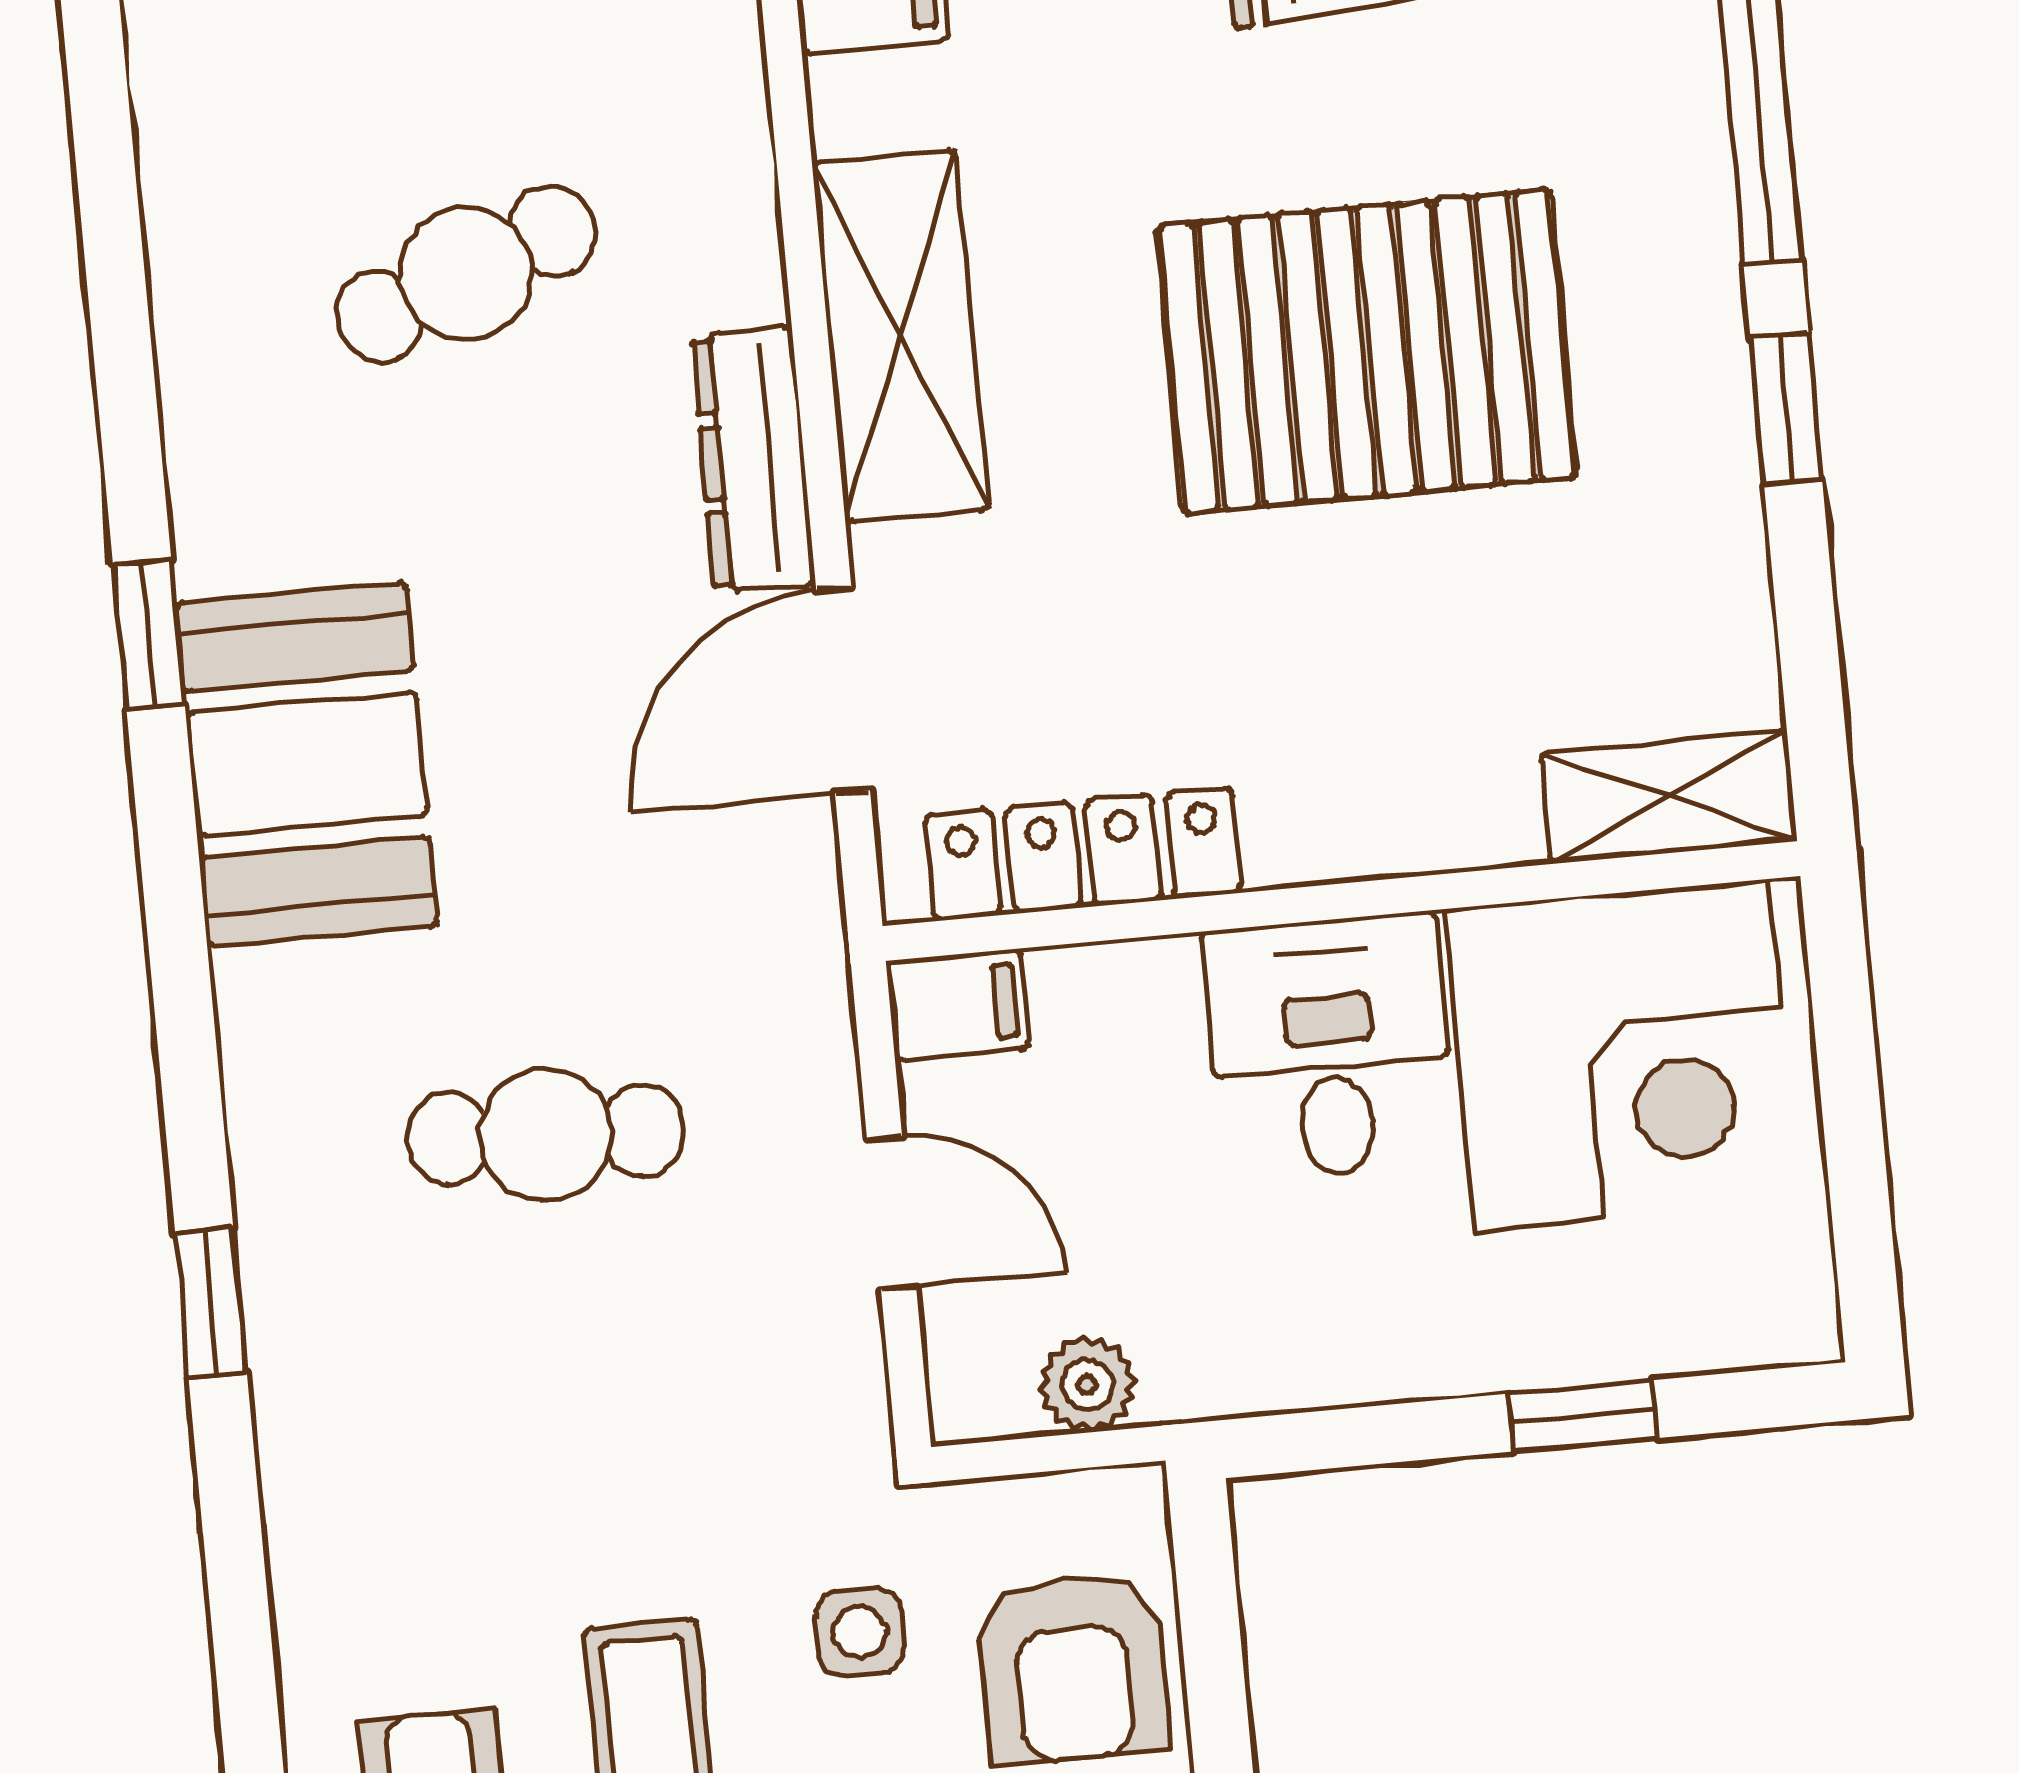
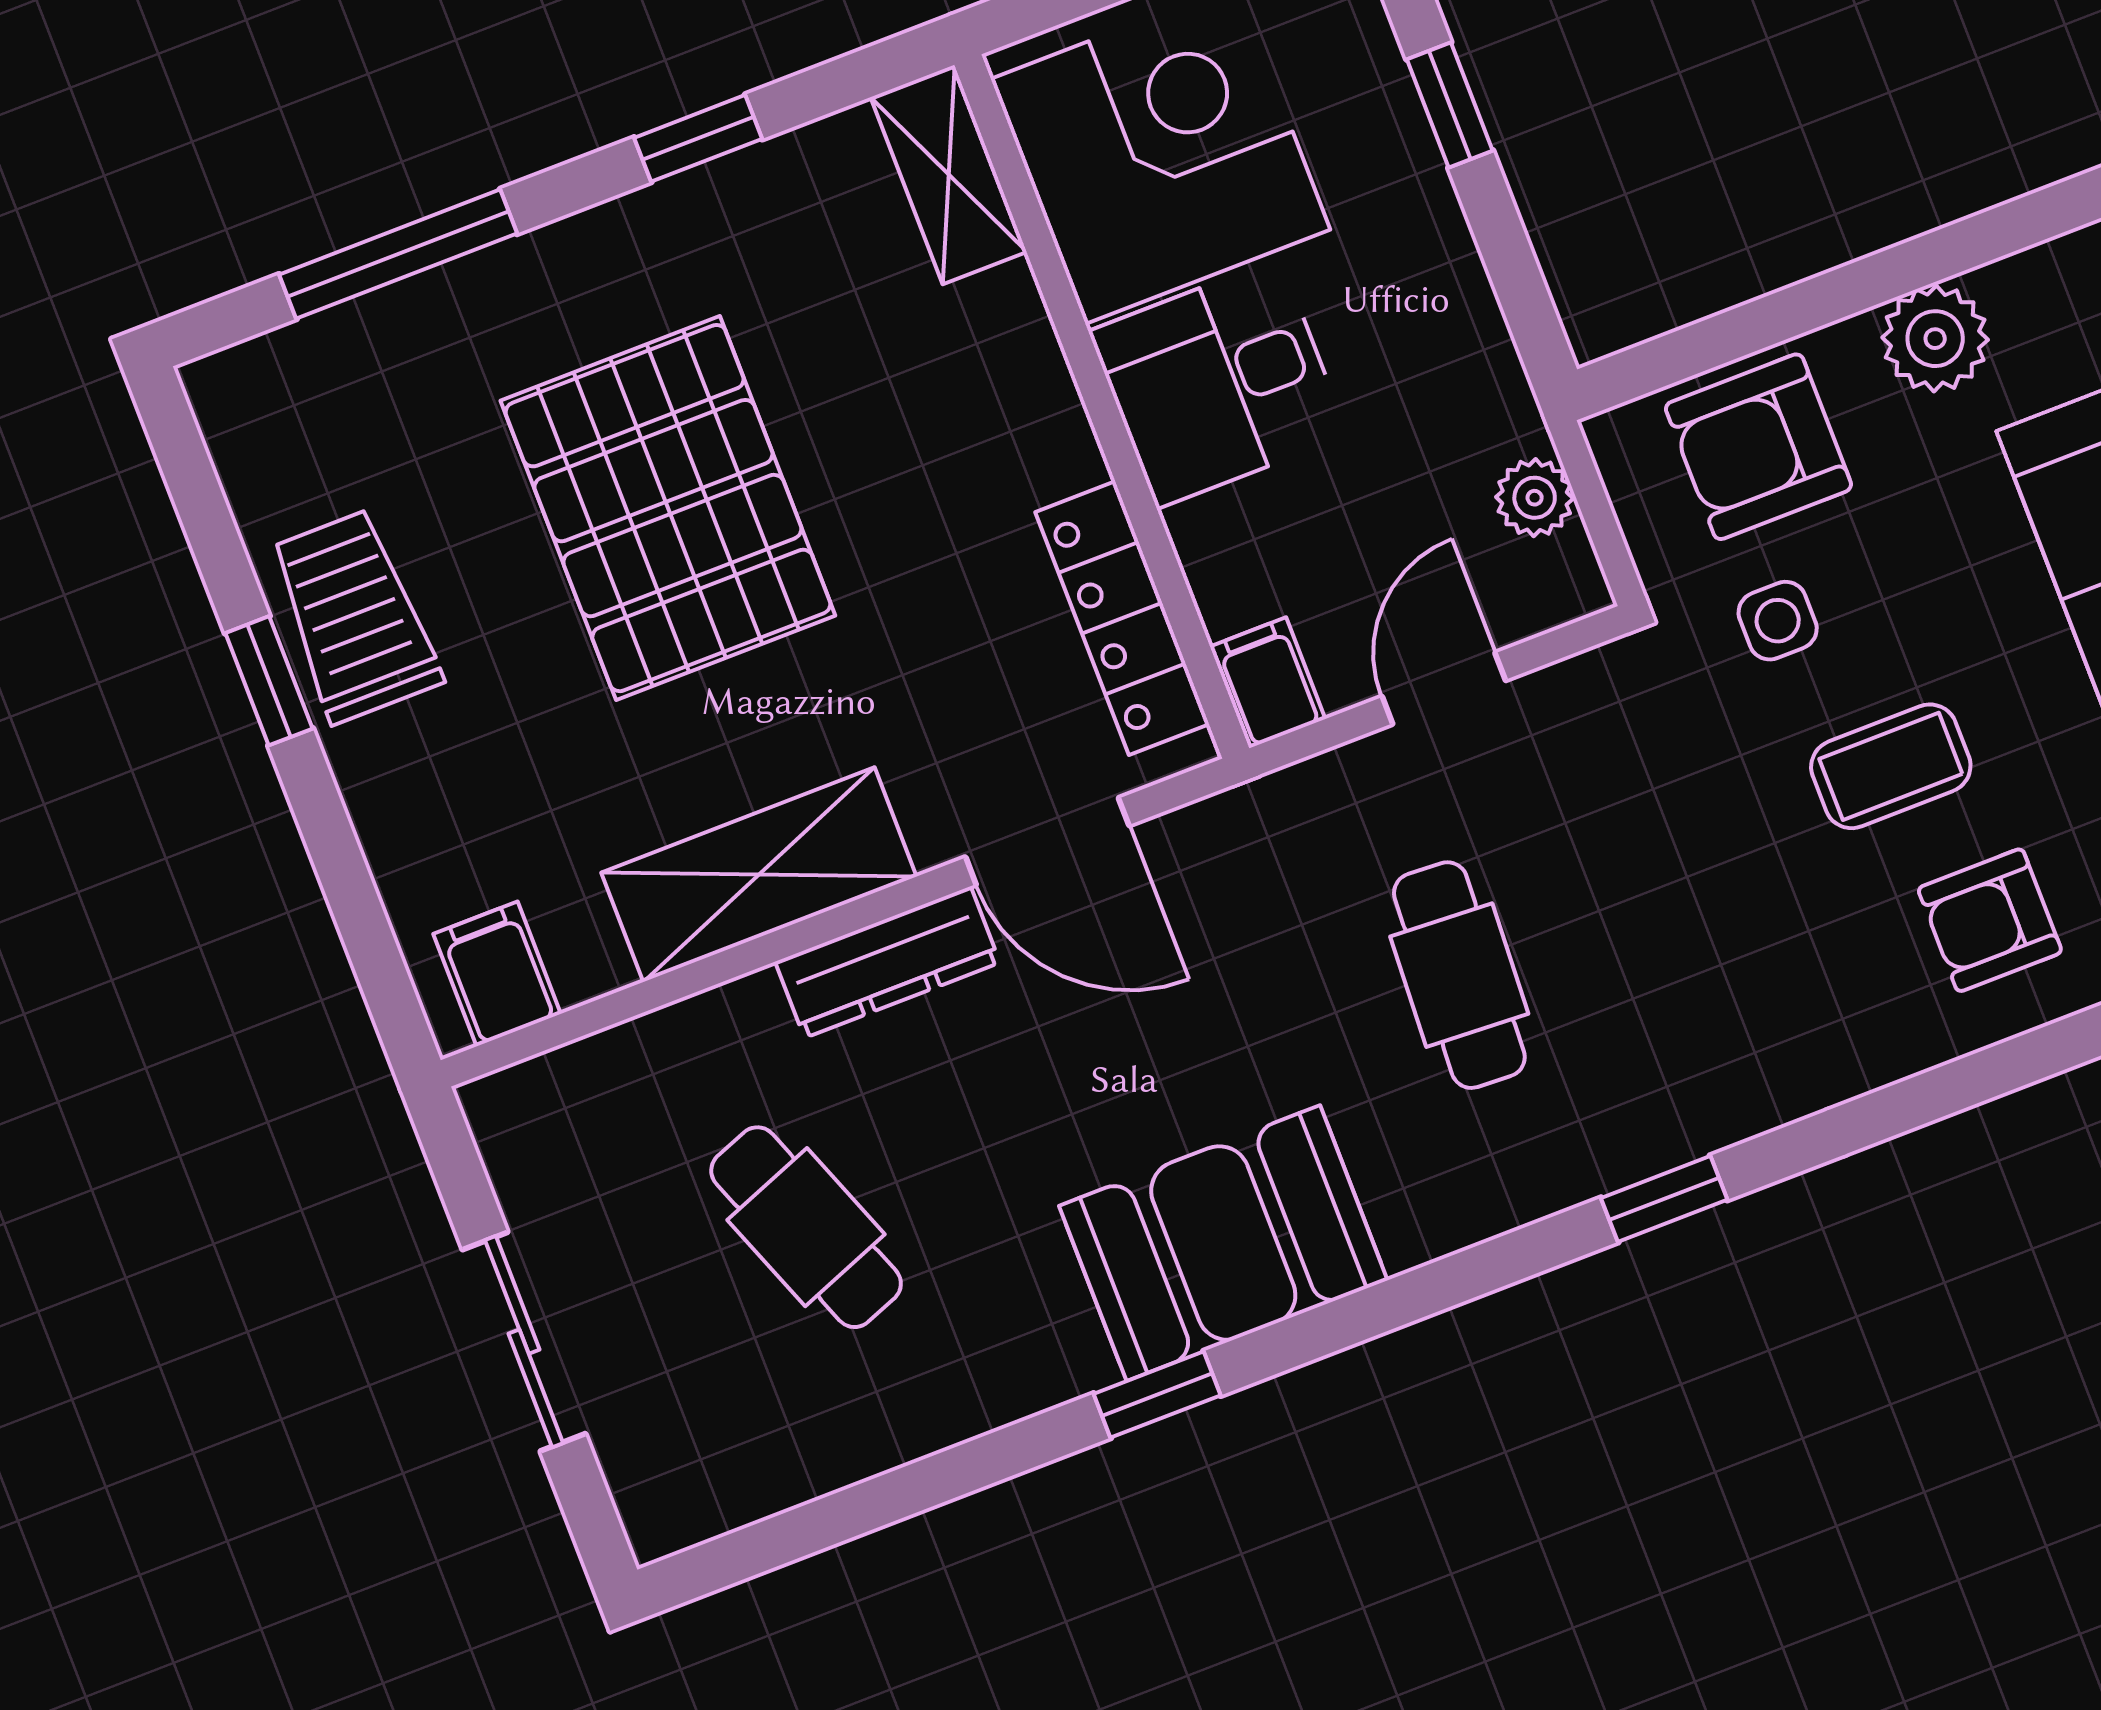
window: (1786, 408) -> (698, 138), moved
armchair: (1073, 1668) -> (1758, 447), turned 180

